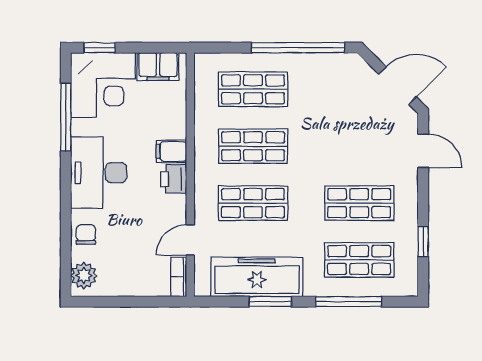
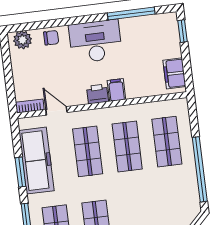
corner desk: (103, 85) -> (157, 37), removed

